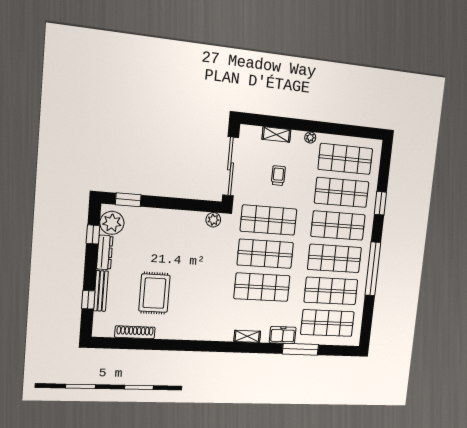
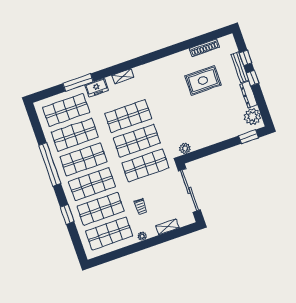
trolley: (278, 176) -> (141, 207), moved
window: (93, 234) -> (253, 78), moved
rug: (154, 293) -> (203, 80), turned 90

